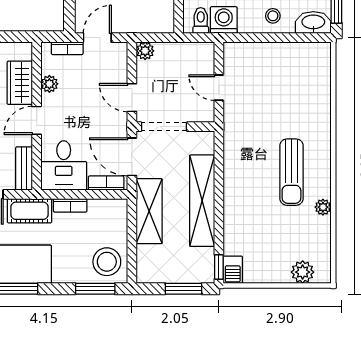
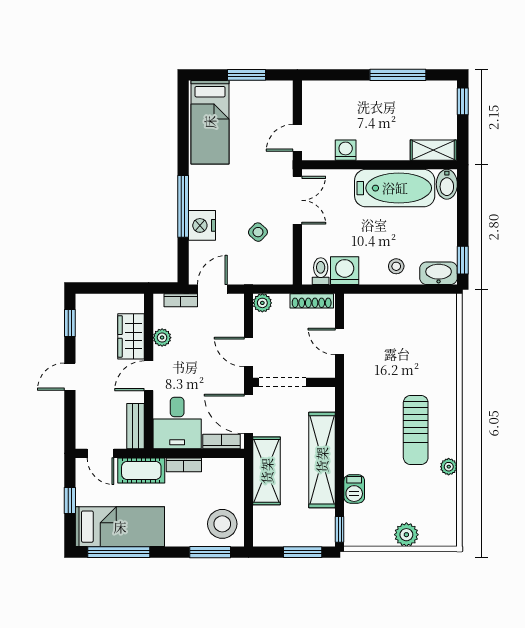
shoe rack: (192, 49) -> (312, 301), added
barbecue: (233, 270) -> (354, 489), moved
plant: (303, 272) -> (406, 535), moved

